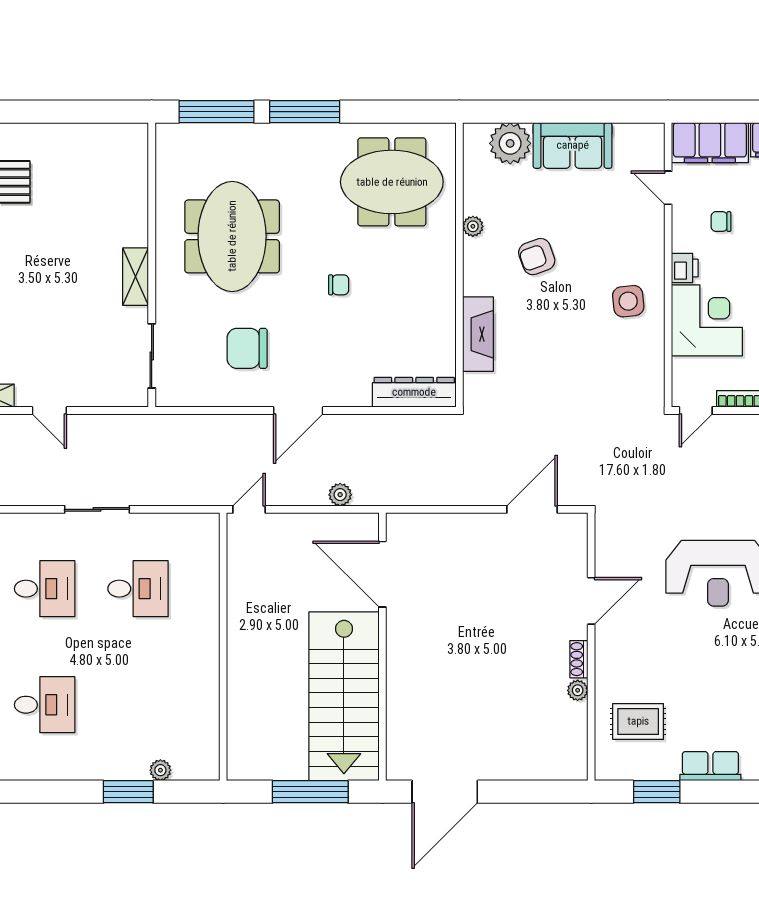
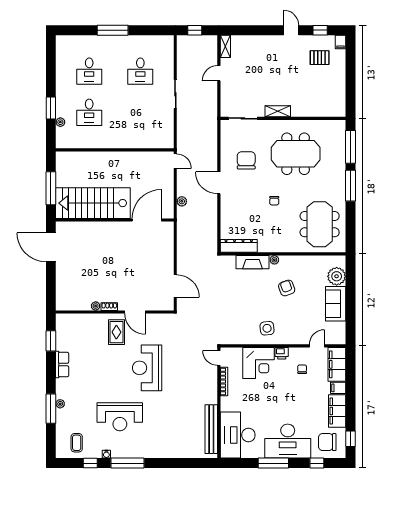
plant: (473, 226) -> (274, 260), moved
dresser: (414, 392) -> (239, 246), moved, turned -90
desk: (138, 589) -> (89, 112), moved
rug: (638, 721) -> (116, 332), moved

